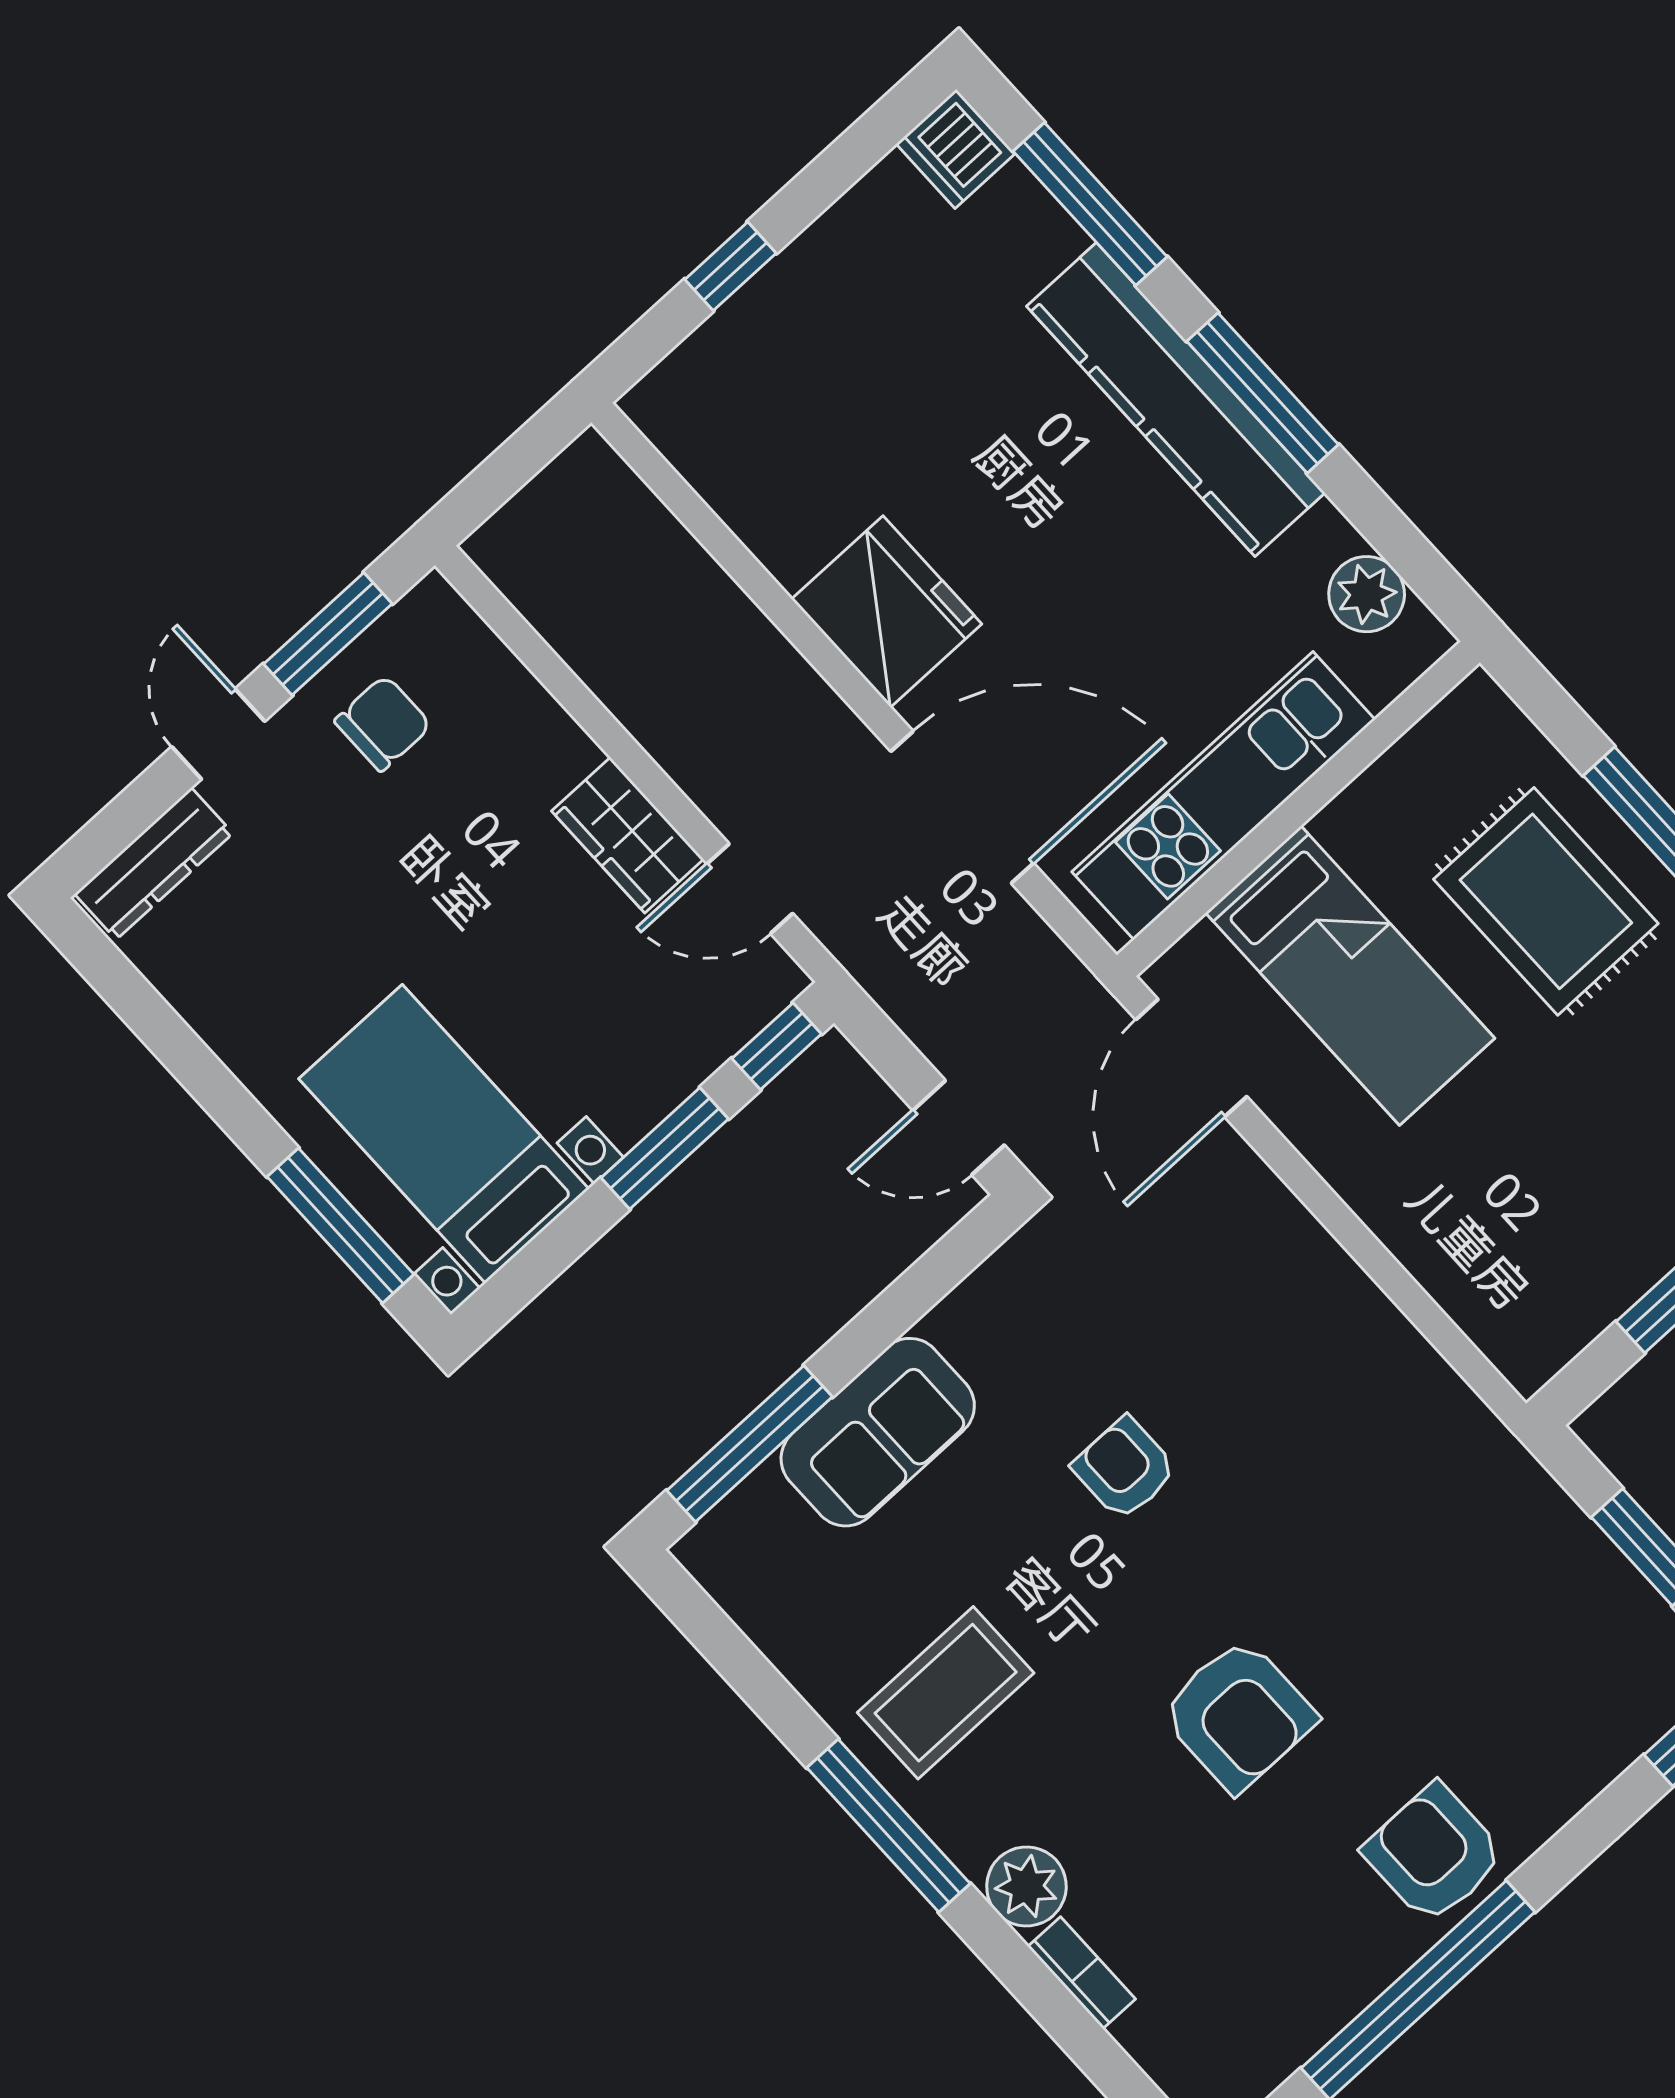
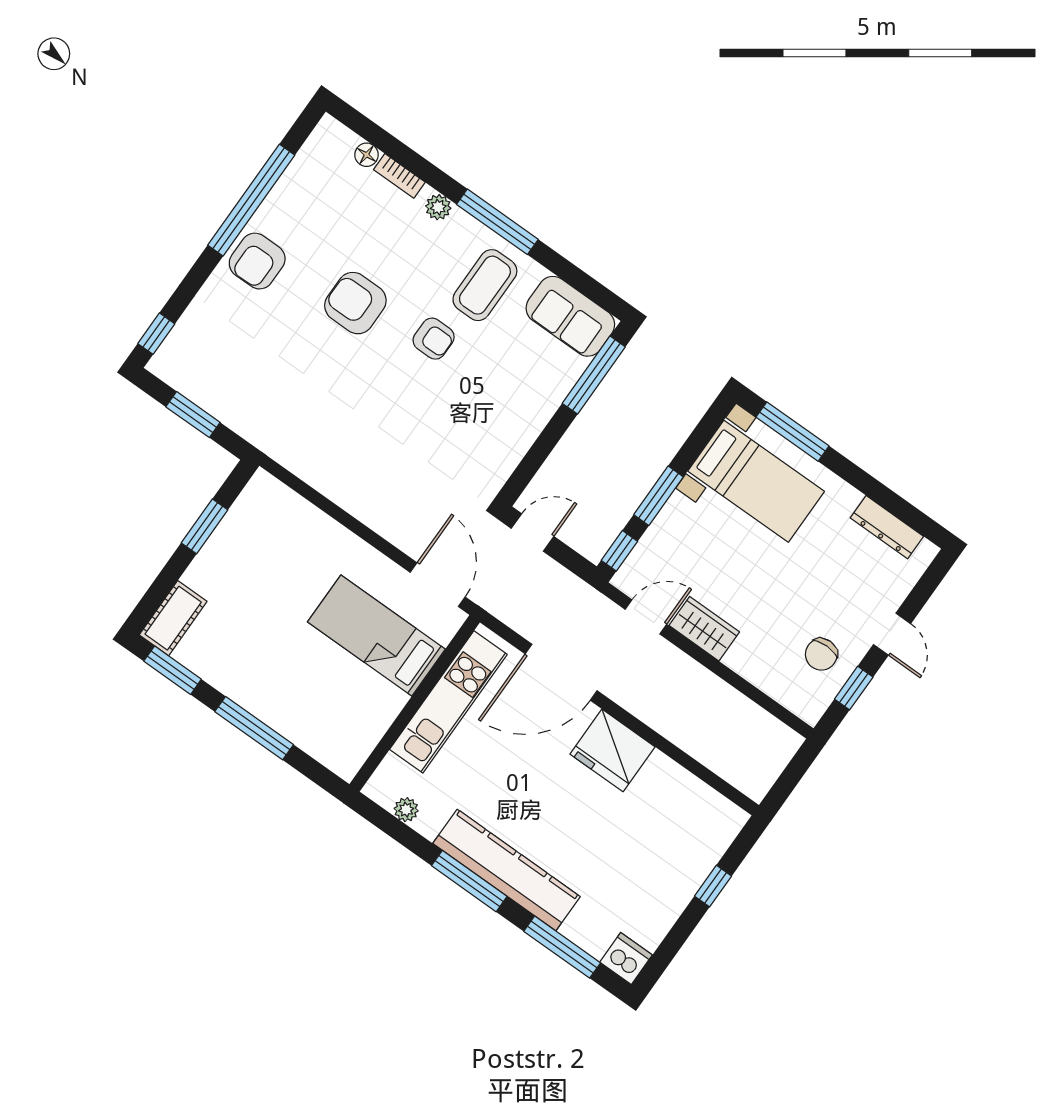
plant: (1367, 594) -> (406, 810), width x0.73, depth x0.73
window: (328, 634) -> (854, 688), width x0.67
dresser: (154, 864) -> (887, 527), moved, turned -90
rug: (1546, 901) -> (298, 686), removed
sofa: (878, 1432) -> (570, 316), moved, turned -90
armchair: (1125, 1469) -> (434, 339), moved
armchair: (1434, 1854) -> (257, 261), turned 90
plant: (1026, 1886) -> (438, 207), width x0.73, depth x0.73
floor lamp: (1144, 2035) -> (367, 155), added

